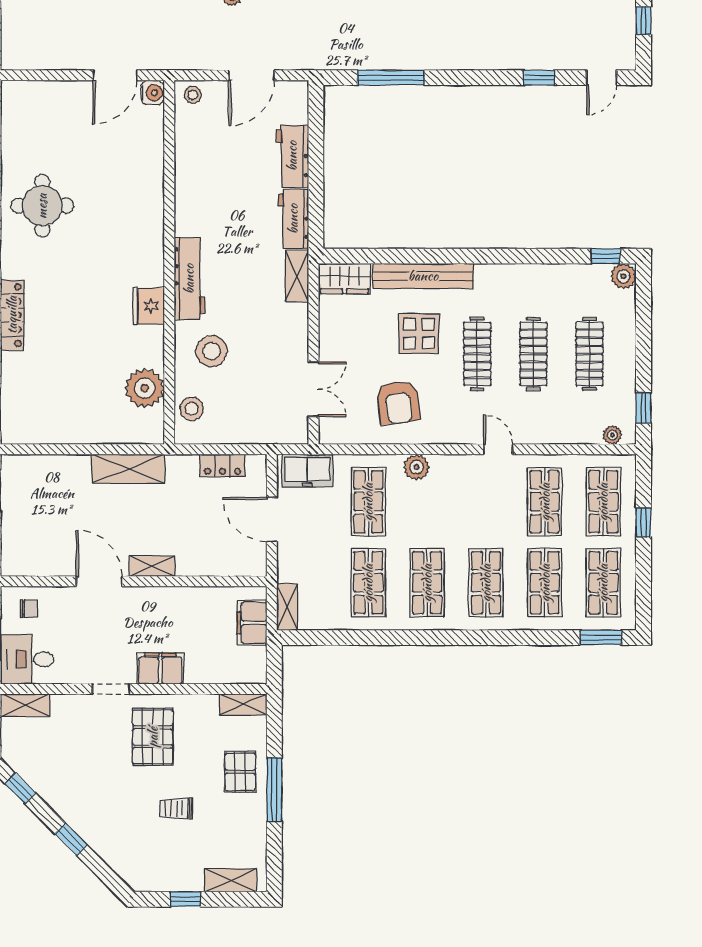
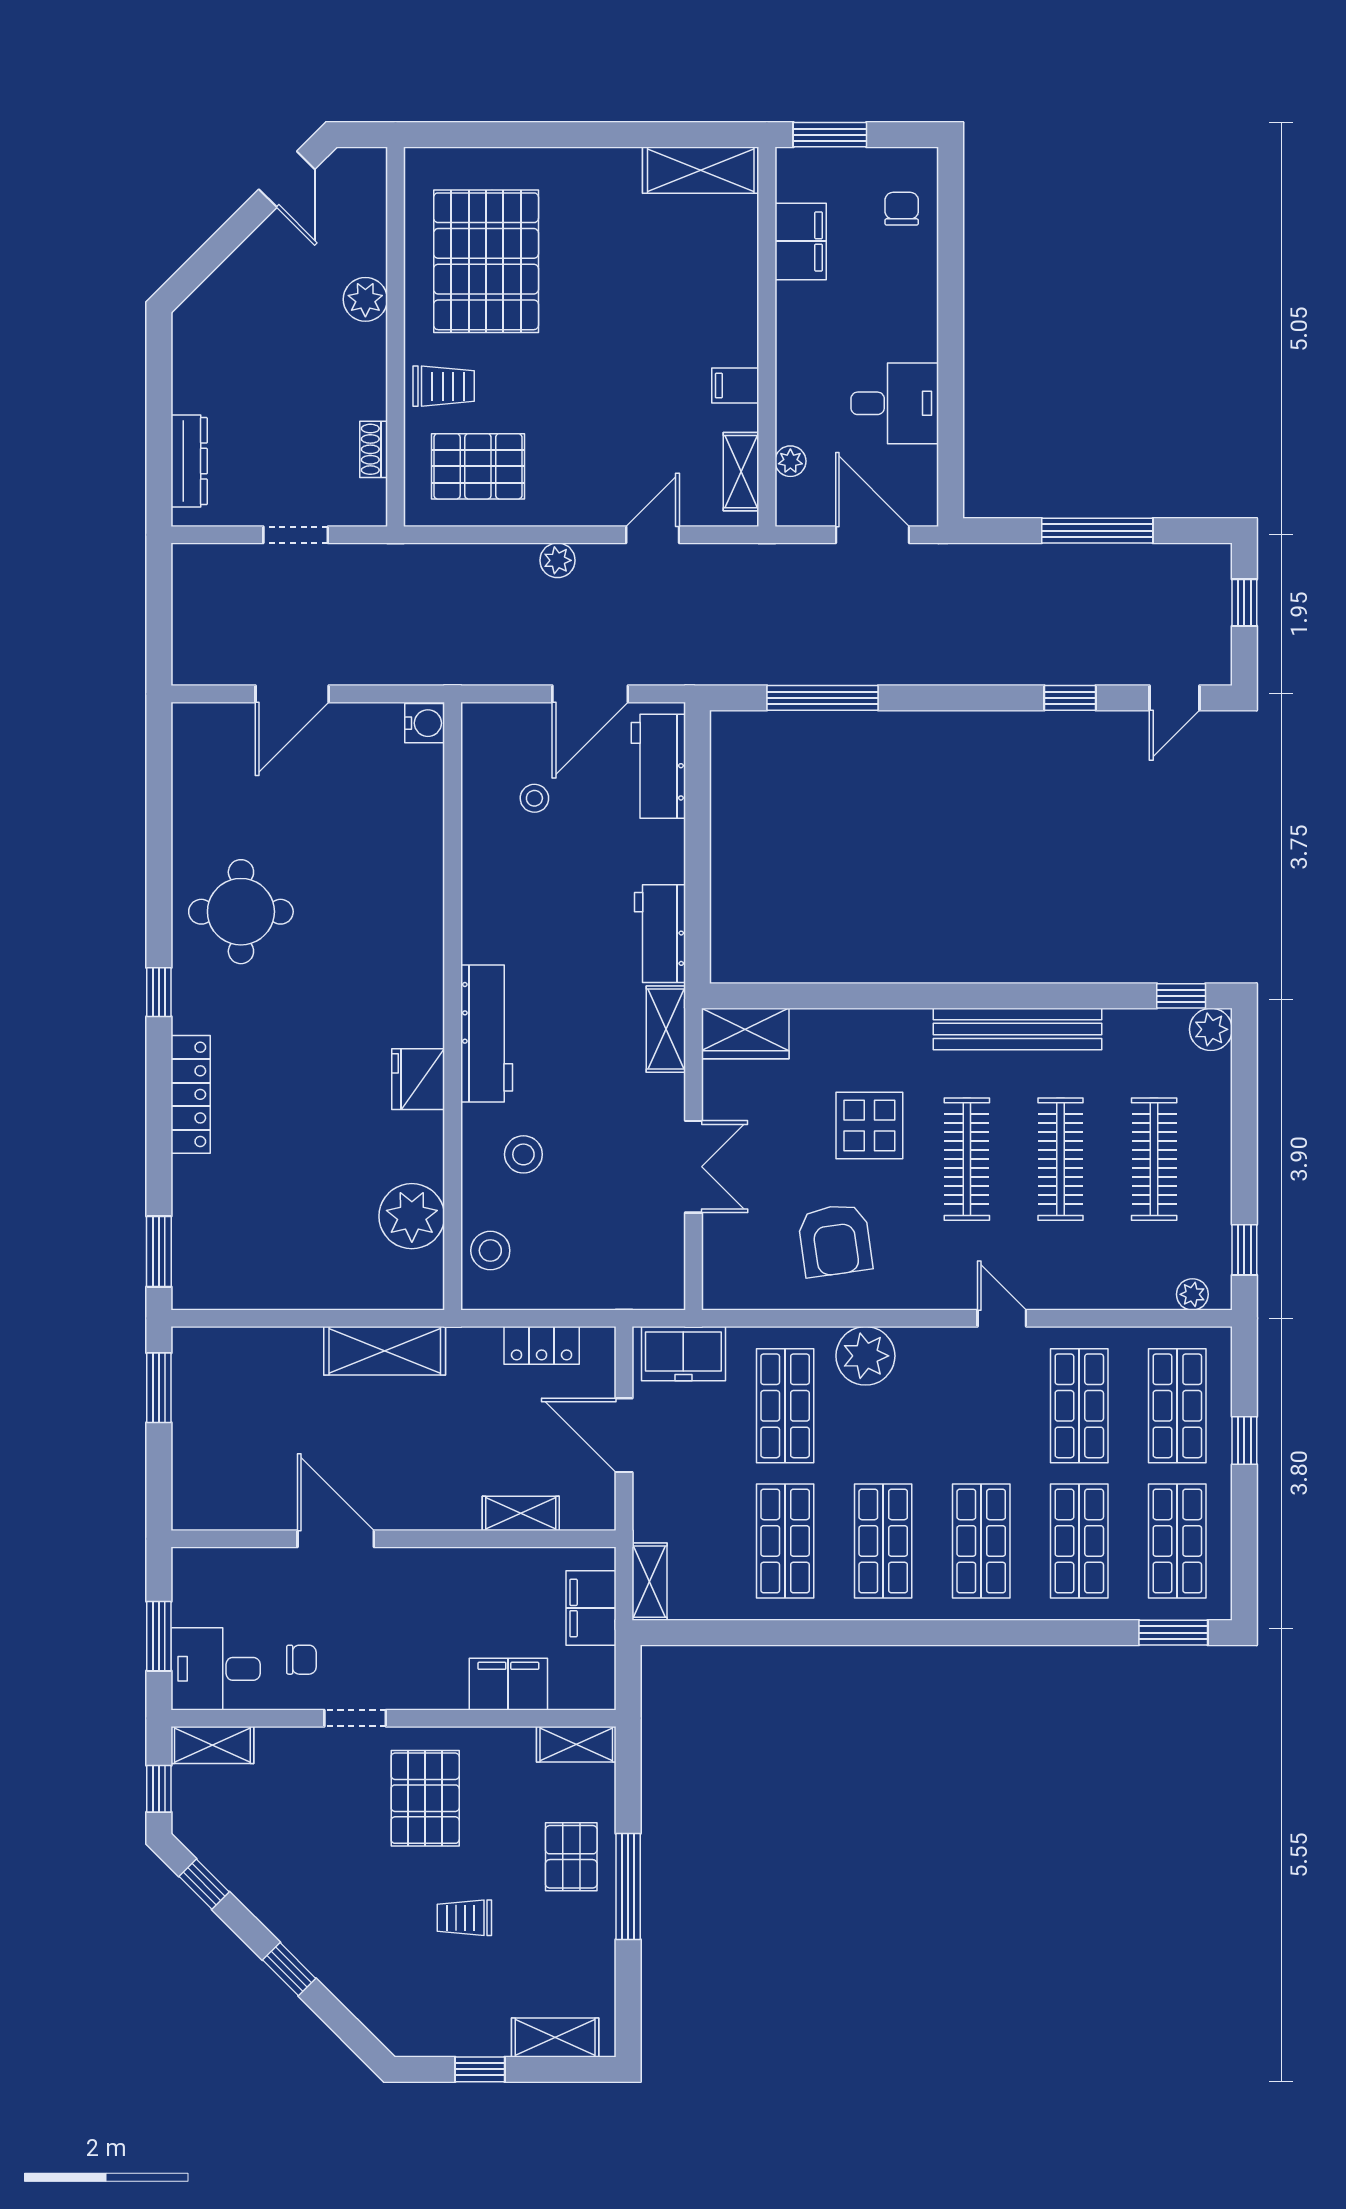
door: (115, 75) -> (292, 694), moved
stool: (193, 95) -> (534, 798), moved
workbench: (292, 156) -> (658, 766), moved
bench: (423, 276) -> (1017, 1029), moved
stool: (212, 351) -> (523, 1154), width x0.73, depth x0.73
double door: (313, 389) -> (693, 1167), moved
plant: (416, 467) -> (865, 1356), width x1.36, depth x1.36
shelving: (152, 566) -> (521, 1513), moved
chair: (29, 609) -> (301, 1660), moved
filing cabinet: (160, 668) -> (508, 1684), moved

